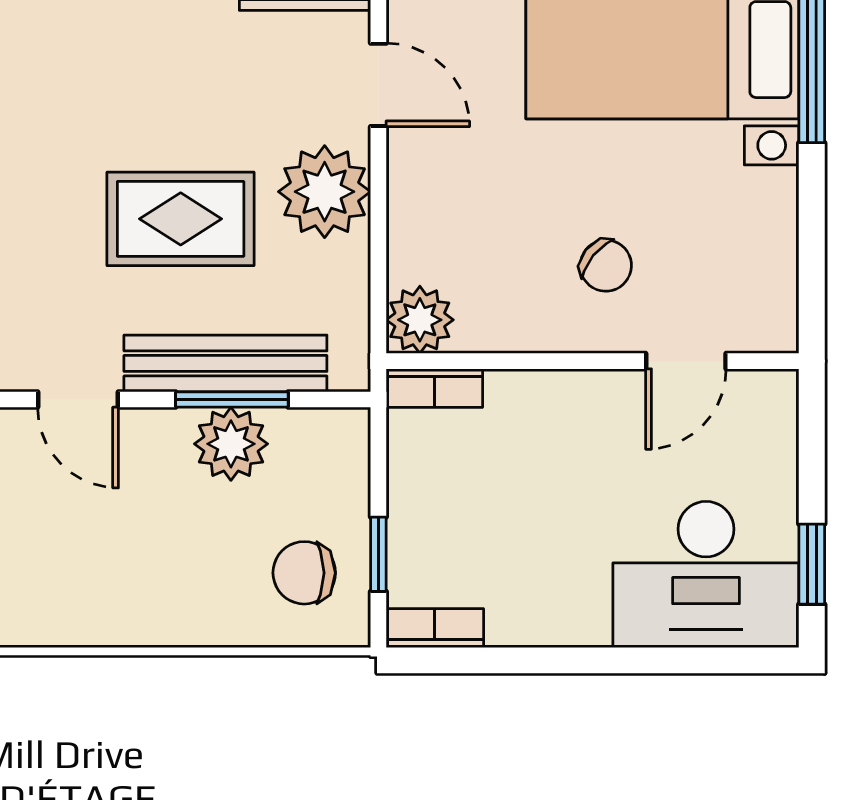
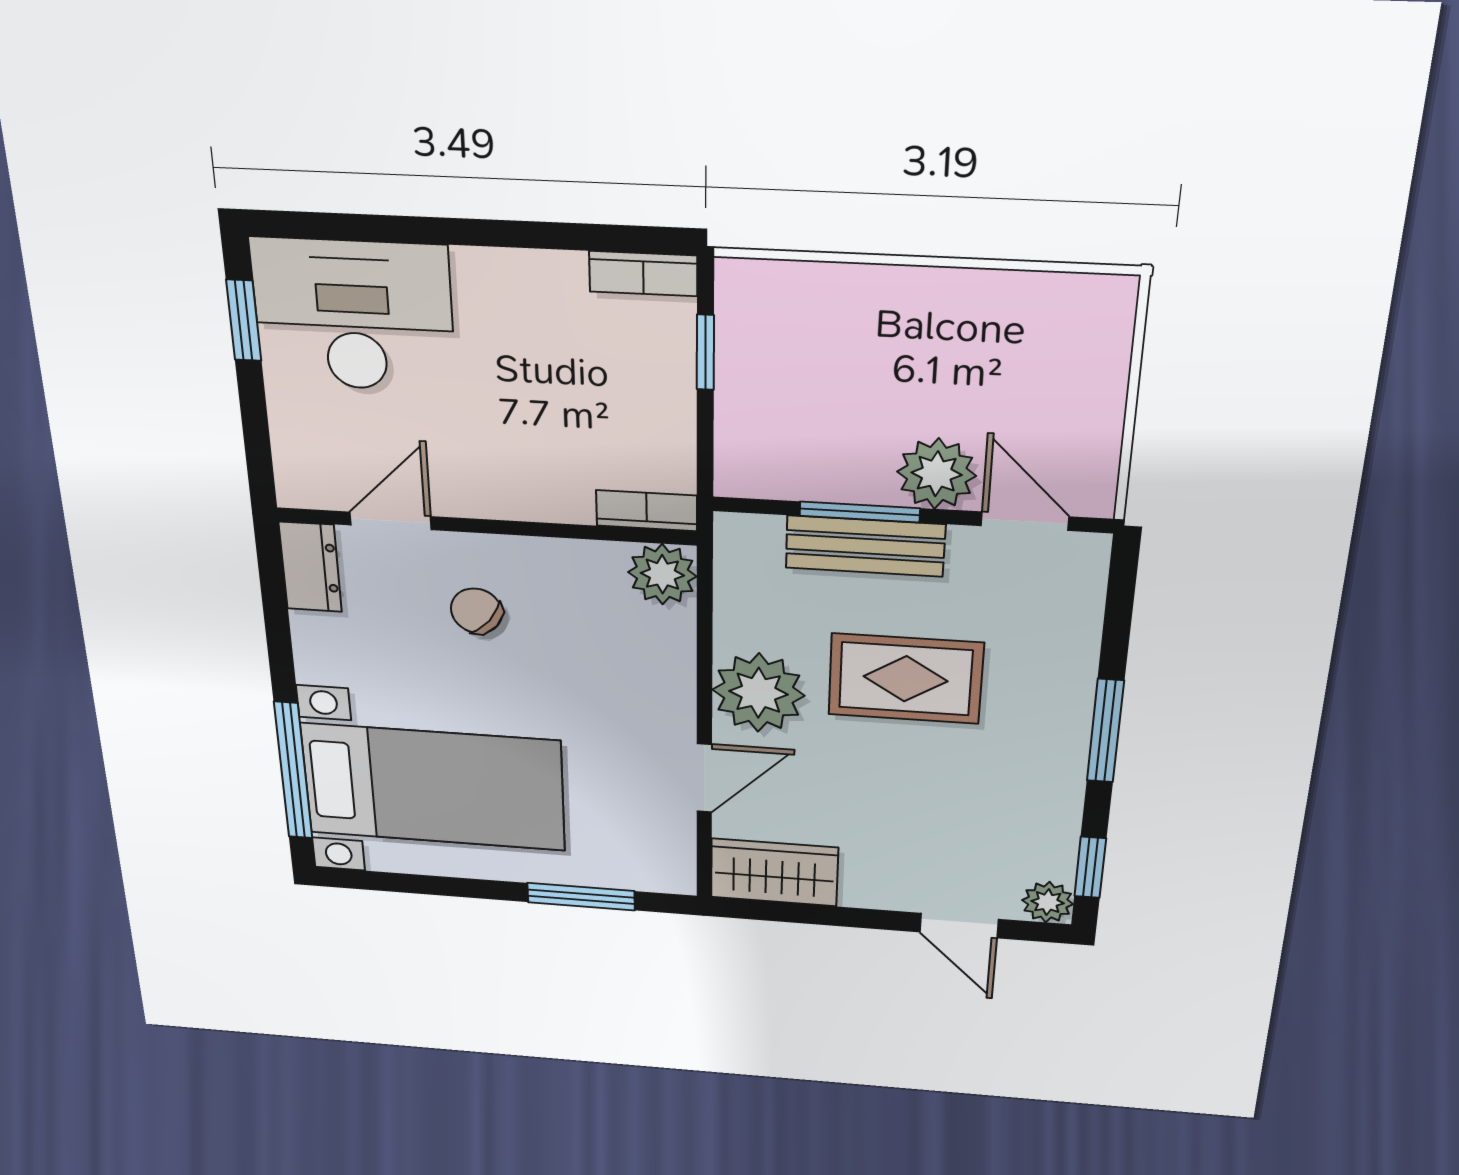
door: (378, 85) -> (704, 778), swing flipped
dresser: (771, 304) -> (310, 567), added
bench: (225, 363) -> (865, 546), width x0.73
plant: (231, 444) -> (937, 474), moved
chair: (304, 573) -> (787, 337), removed

